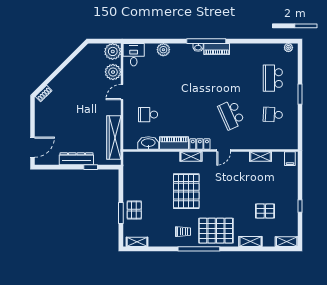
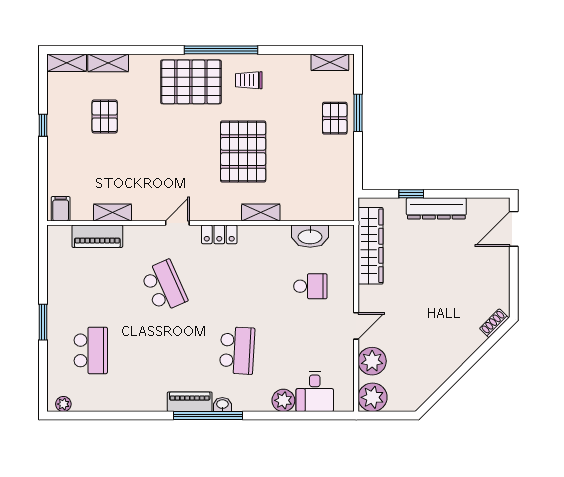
desk: (134, 55) -> (315, 392), moved
school desk: (273, 115) -> (237, 350), moved, width x1.85
piano: (174, 143) -> (97, 236), moved
shelving: (191, 156) -> (261, 212), moved
pallet: (265, 211) -> (105, 116), turned 90
shelving: (250, 241) -> (108, 63), moved

